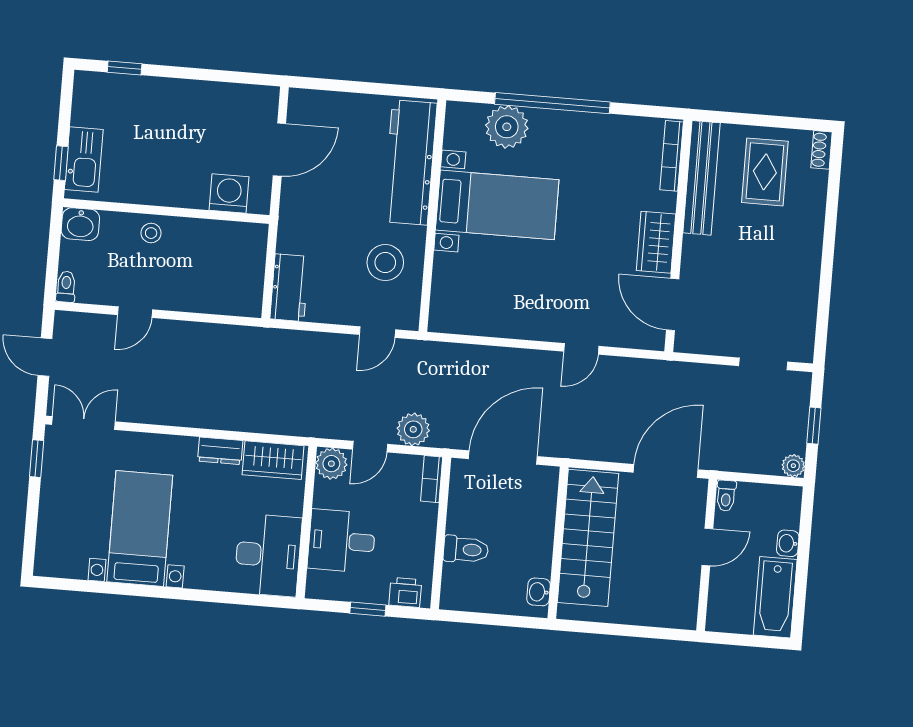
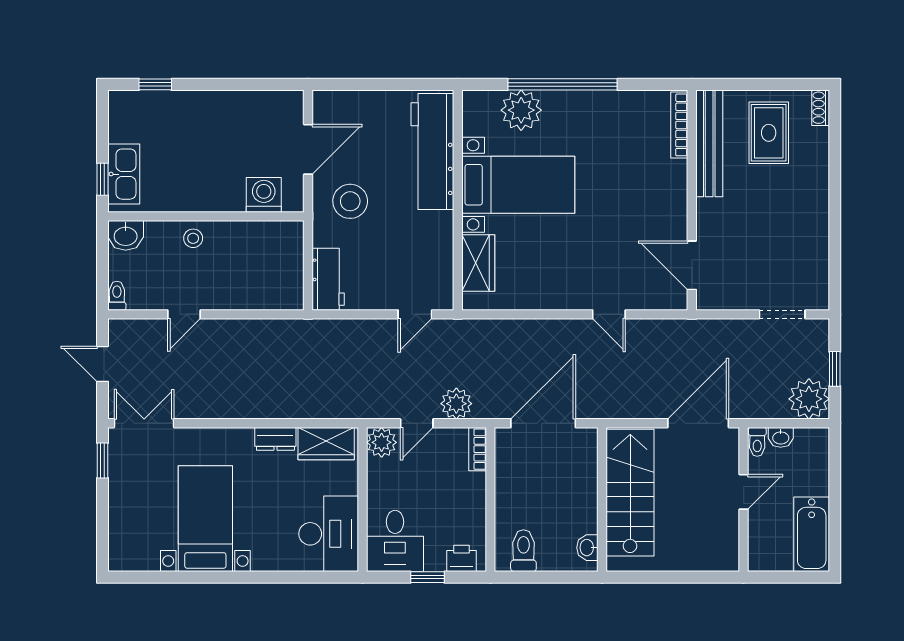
wardrobe: (656, 242) -> (478, 263), moved, turned 180
stool: (385, 263) -> (350, 201), moved
door: (581, 349) -> (609, 314), hinge flipped
plant: (793, 466) -> (809, 399), width x1.87, depth x1.87
desk: (342, 541) -> (395, 541), moved, turned -90
washbasin: (788, 543) -> (781, 437), moved, turned -90
toilet: (466, 550) -> (523, 551), moved, turned -90

